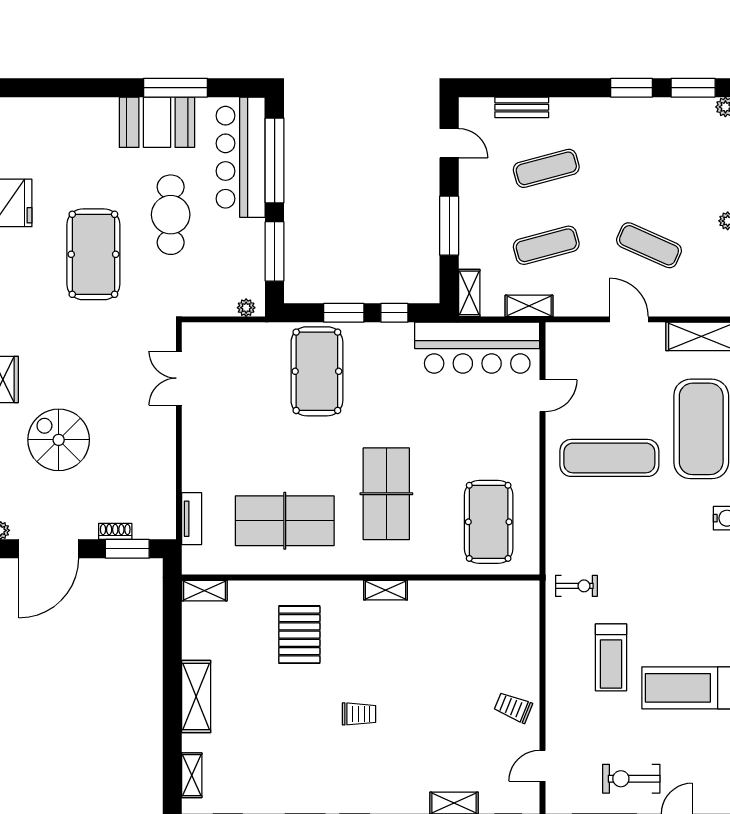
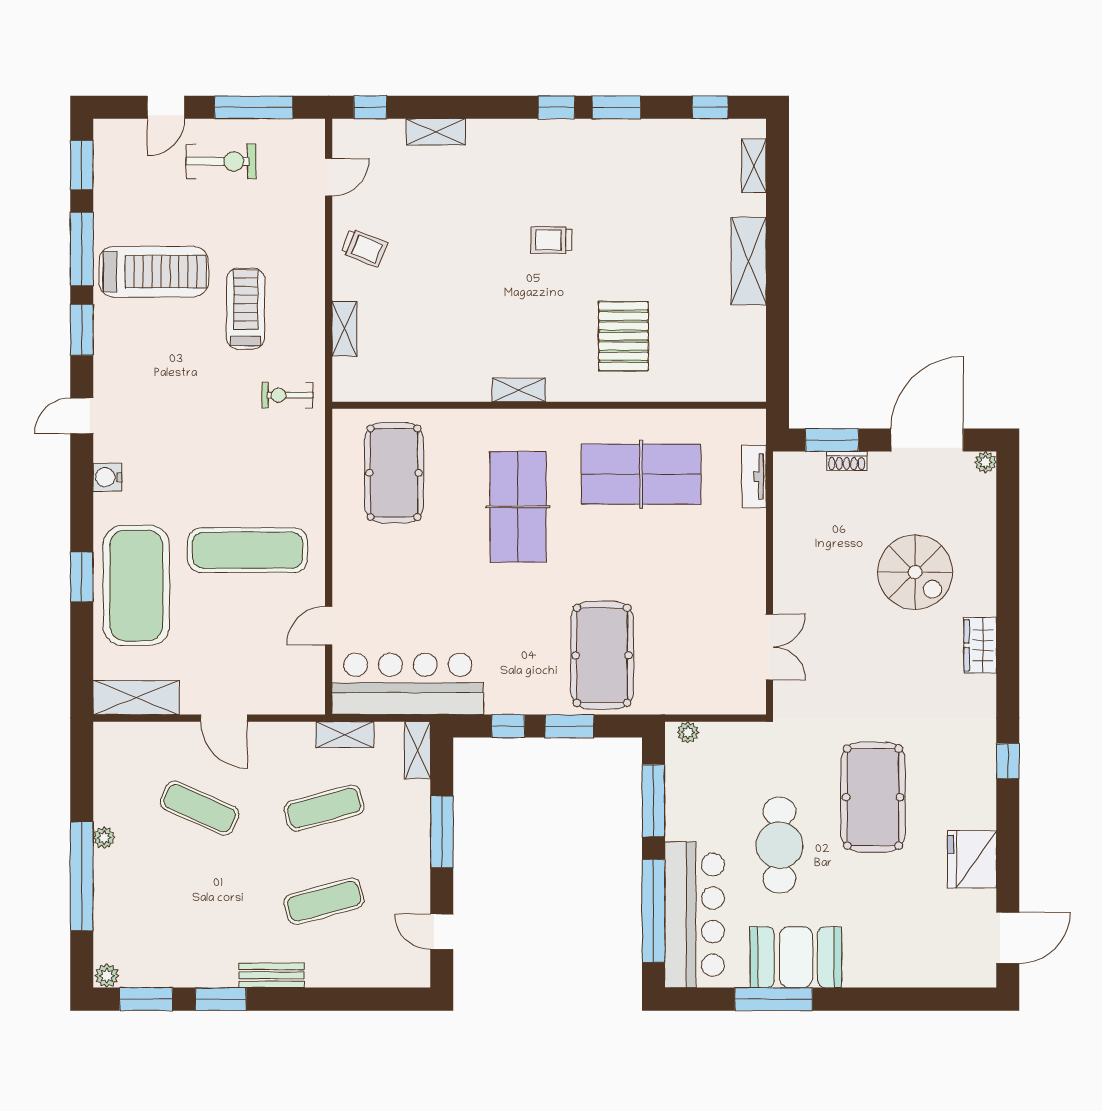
bench: (522, 107) -> (272, 975), moved
shelving: (204, 591) -> (344, 329), moved, turned 90

